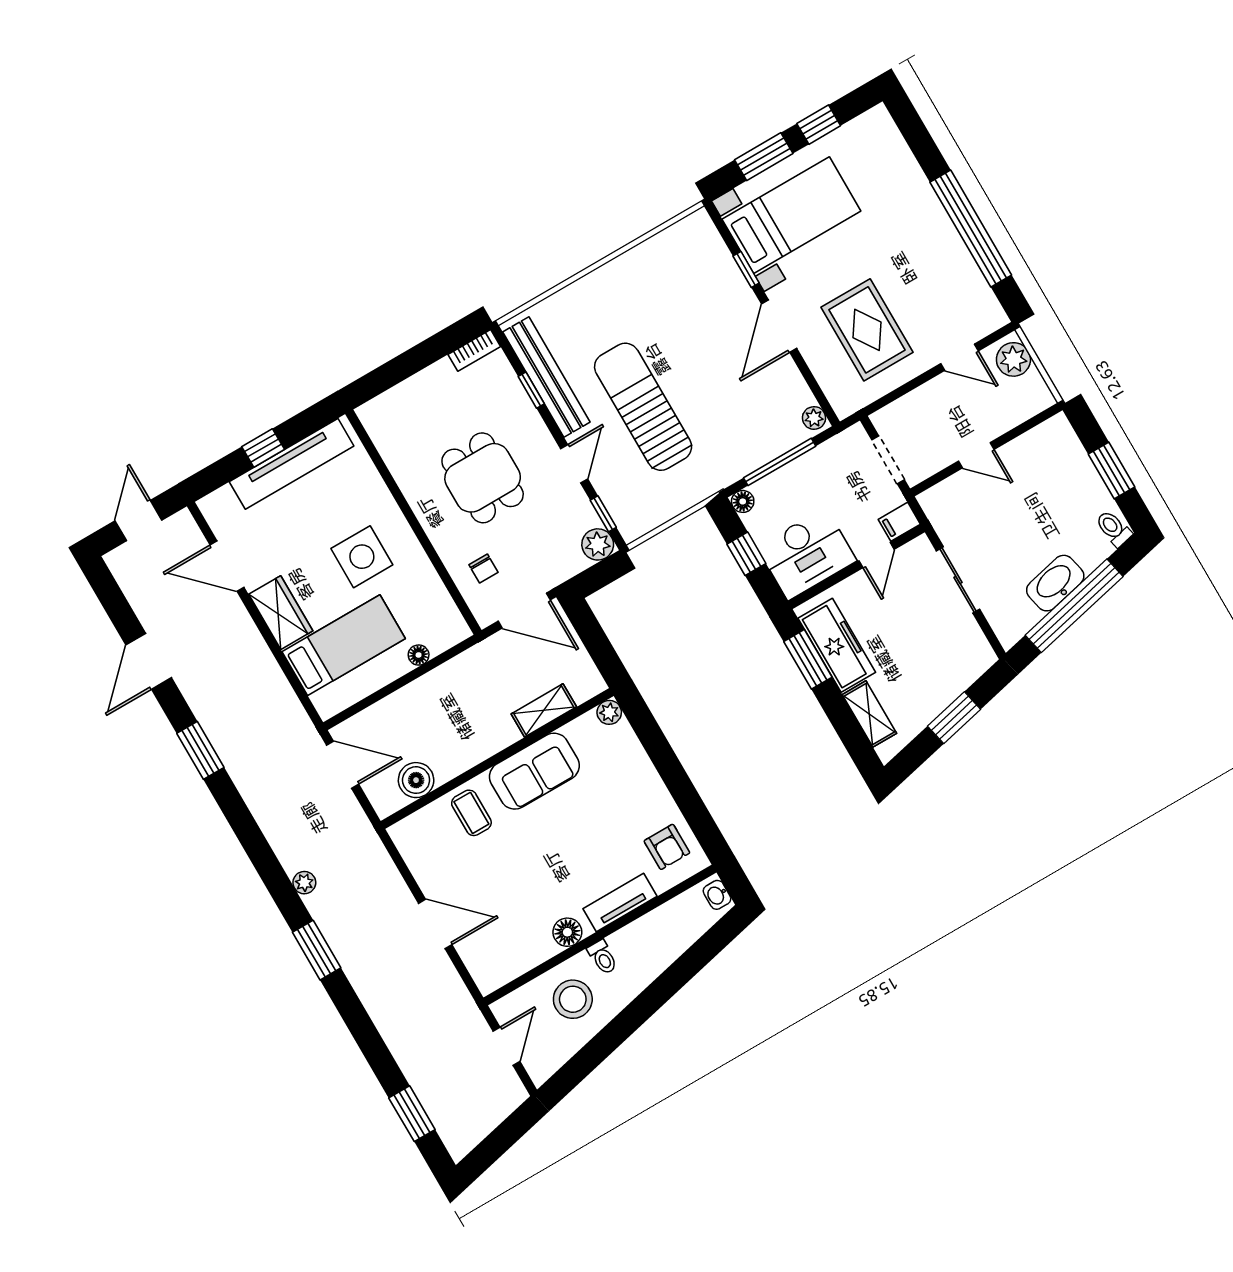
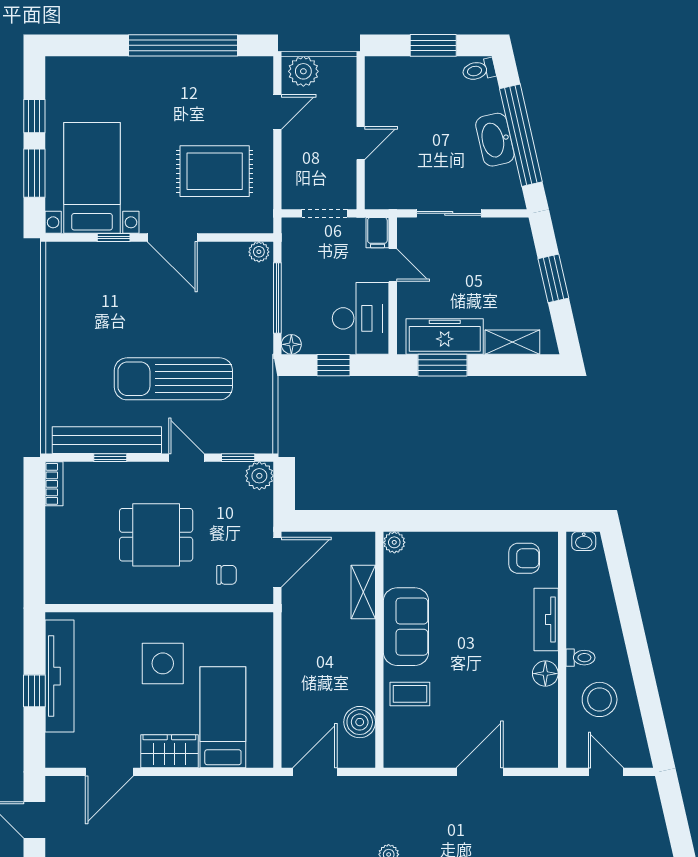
floor lamp: (419, 655) -> (264, 664), removed

